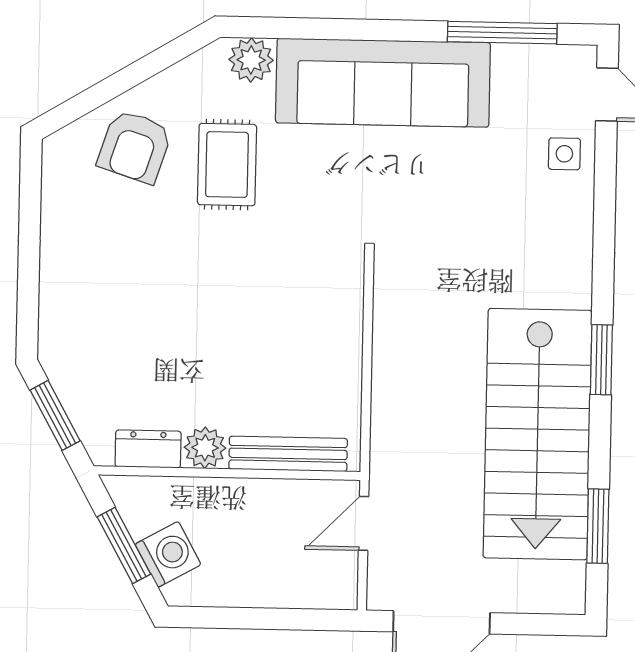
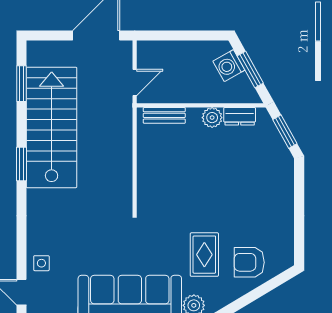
armchair: (135, 147) -> (249, 262), turned -108
bench: (288, 454) -> (164, 115), width x0.73

